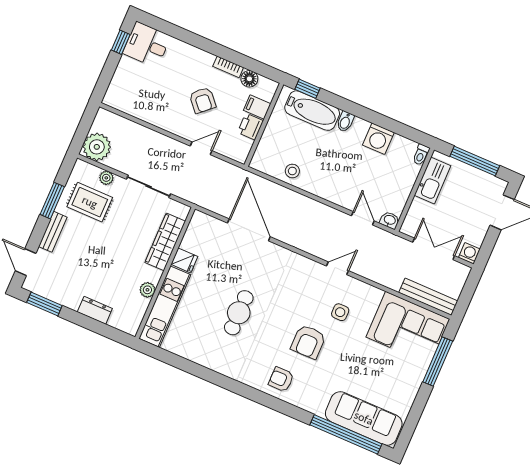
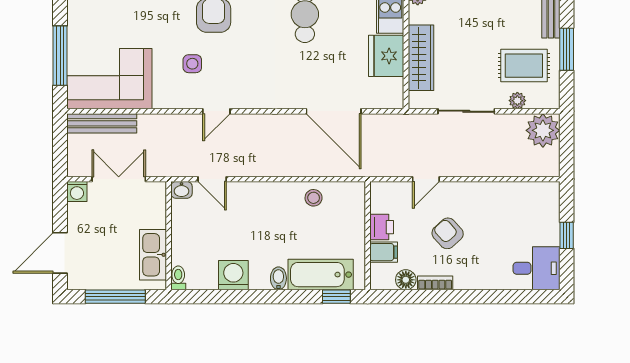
window: (121, 42) -> (567, 235), moved
double door: (434, 249) -> (119, 179), swing flipped
fridge: (184, 260) -> (386, 56), width x1.88, depth x1.34

